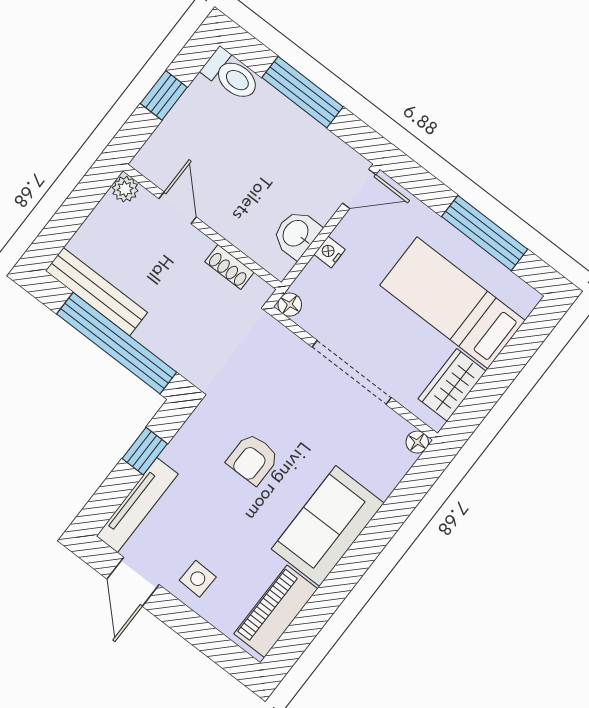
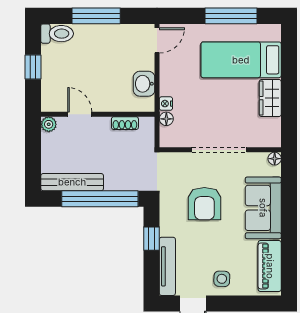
nightstand: (330, 252) -> (166, 104), moved
doorway: (352, 372) -> (219, 150), moved
wall: (353, 373) -> (220, 150), moved
floor lamp: (417, 442) -> (275, 159), moved
armchair: (253, 459) -> (204, 204), width x1.38, depth x1.38

